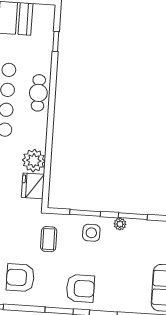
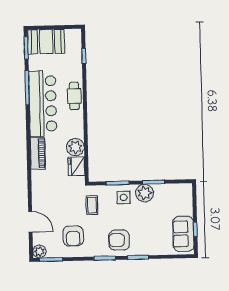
plant: (120, 224) -> (145, 193), width x1.88, depth x1.88
armchair: (20, 278) -> (73, 236), turned -90
armchair: (80, 288) -> (119, 240), turned 180

